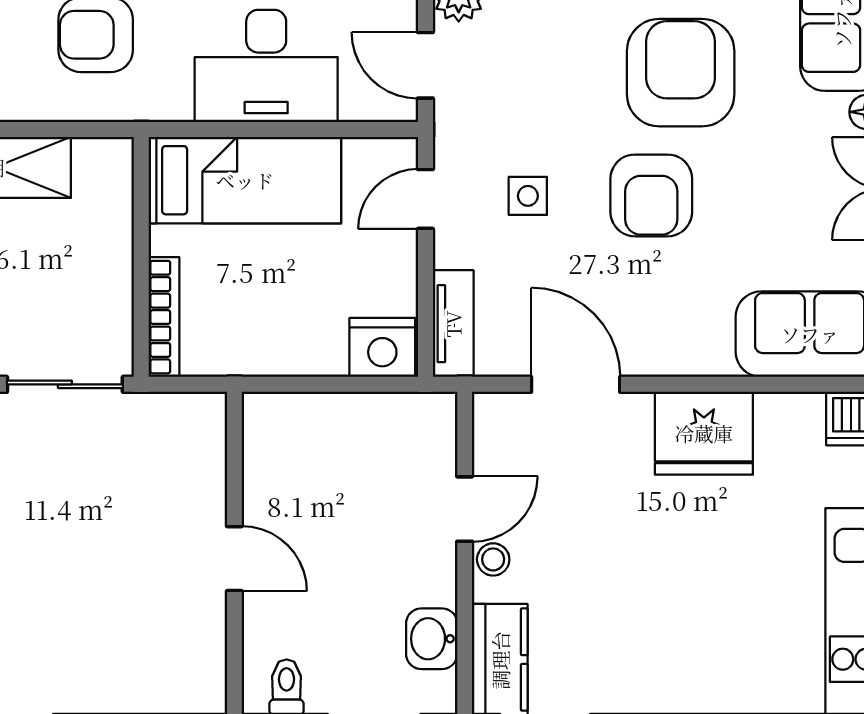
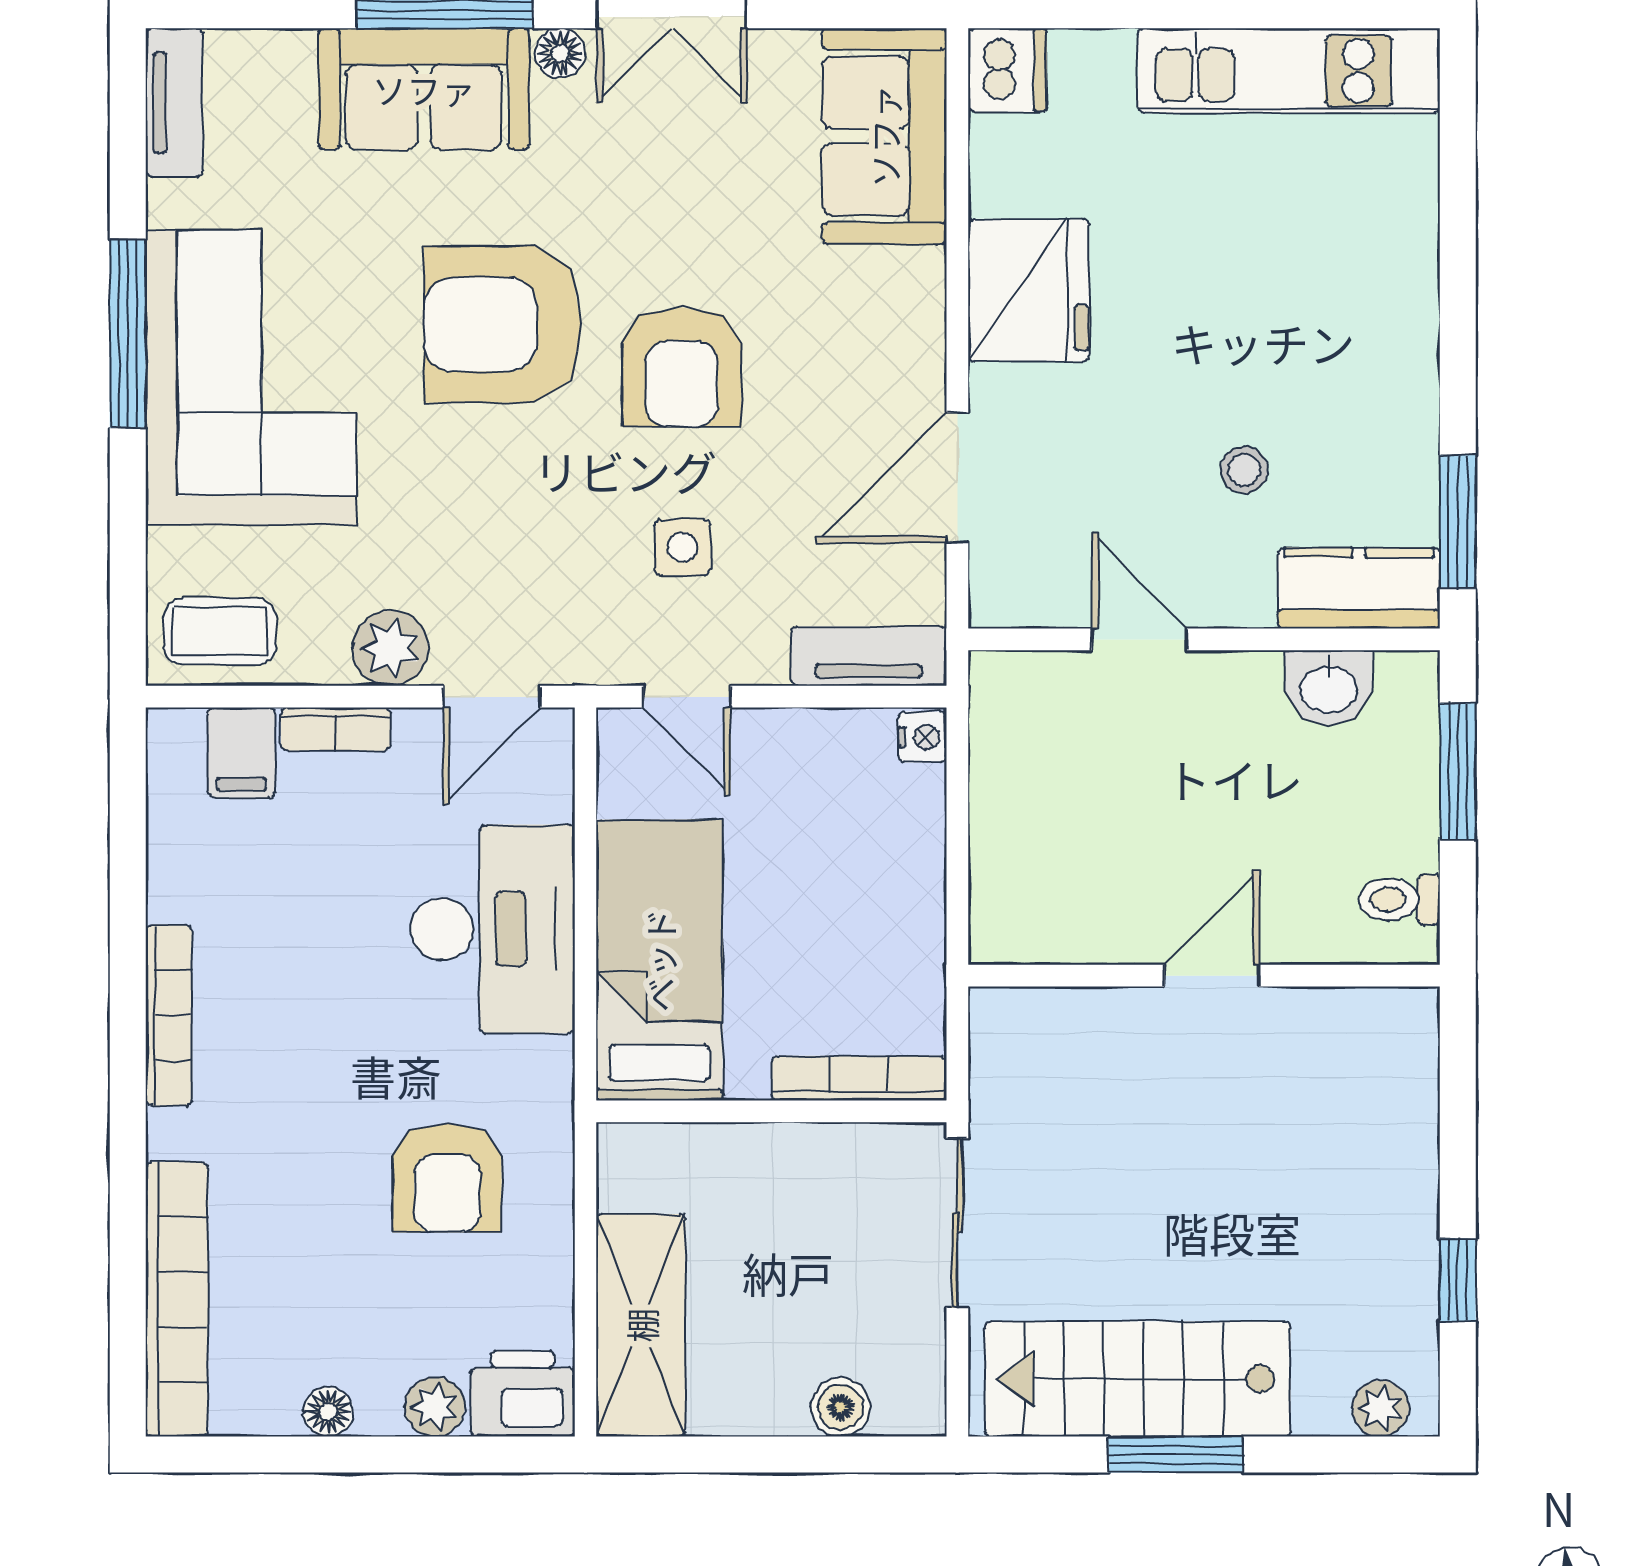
armchair: (651, 195) -> (682, 367), turned 90
nightstand: (382, 347) -> (923, 737), width x0.53, depth x0.56
stool: (493, 559) -> (1244, 470), moved

